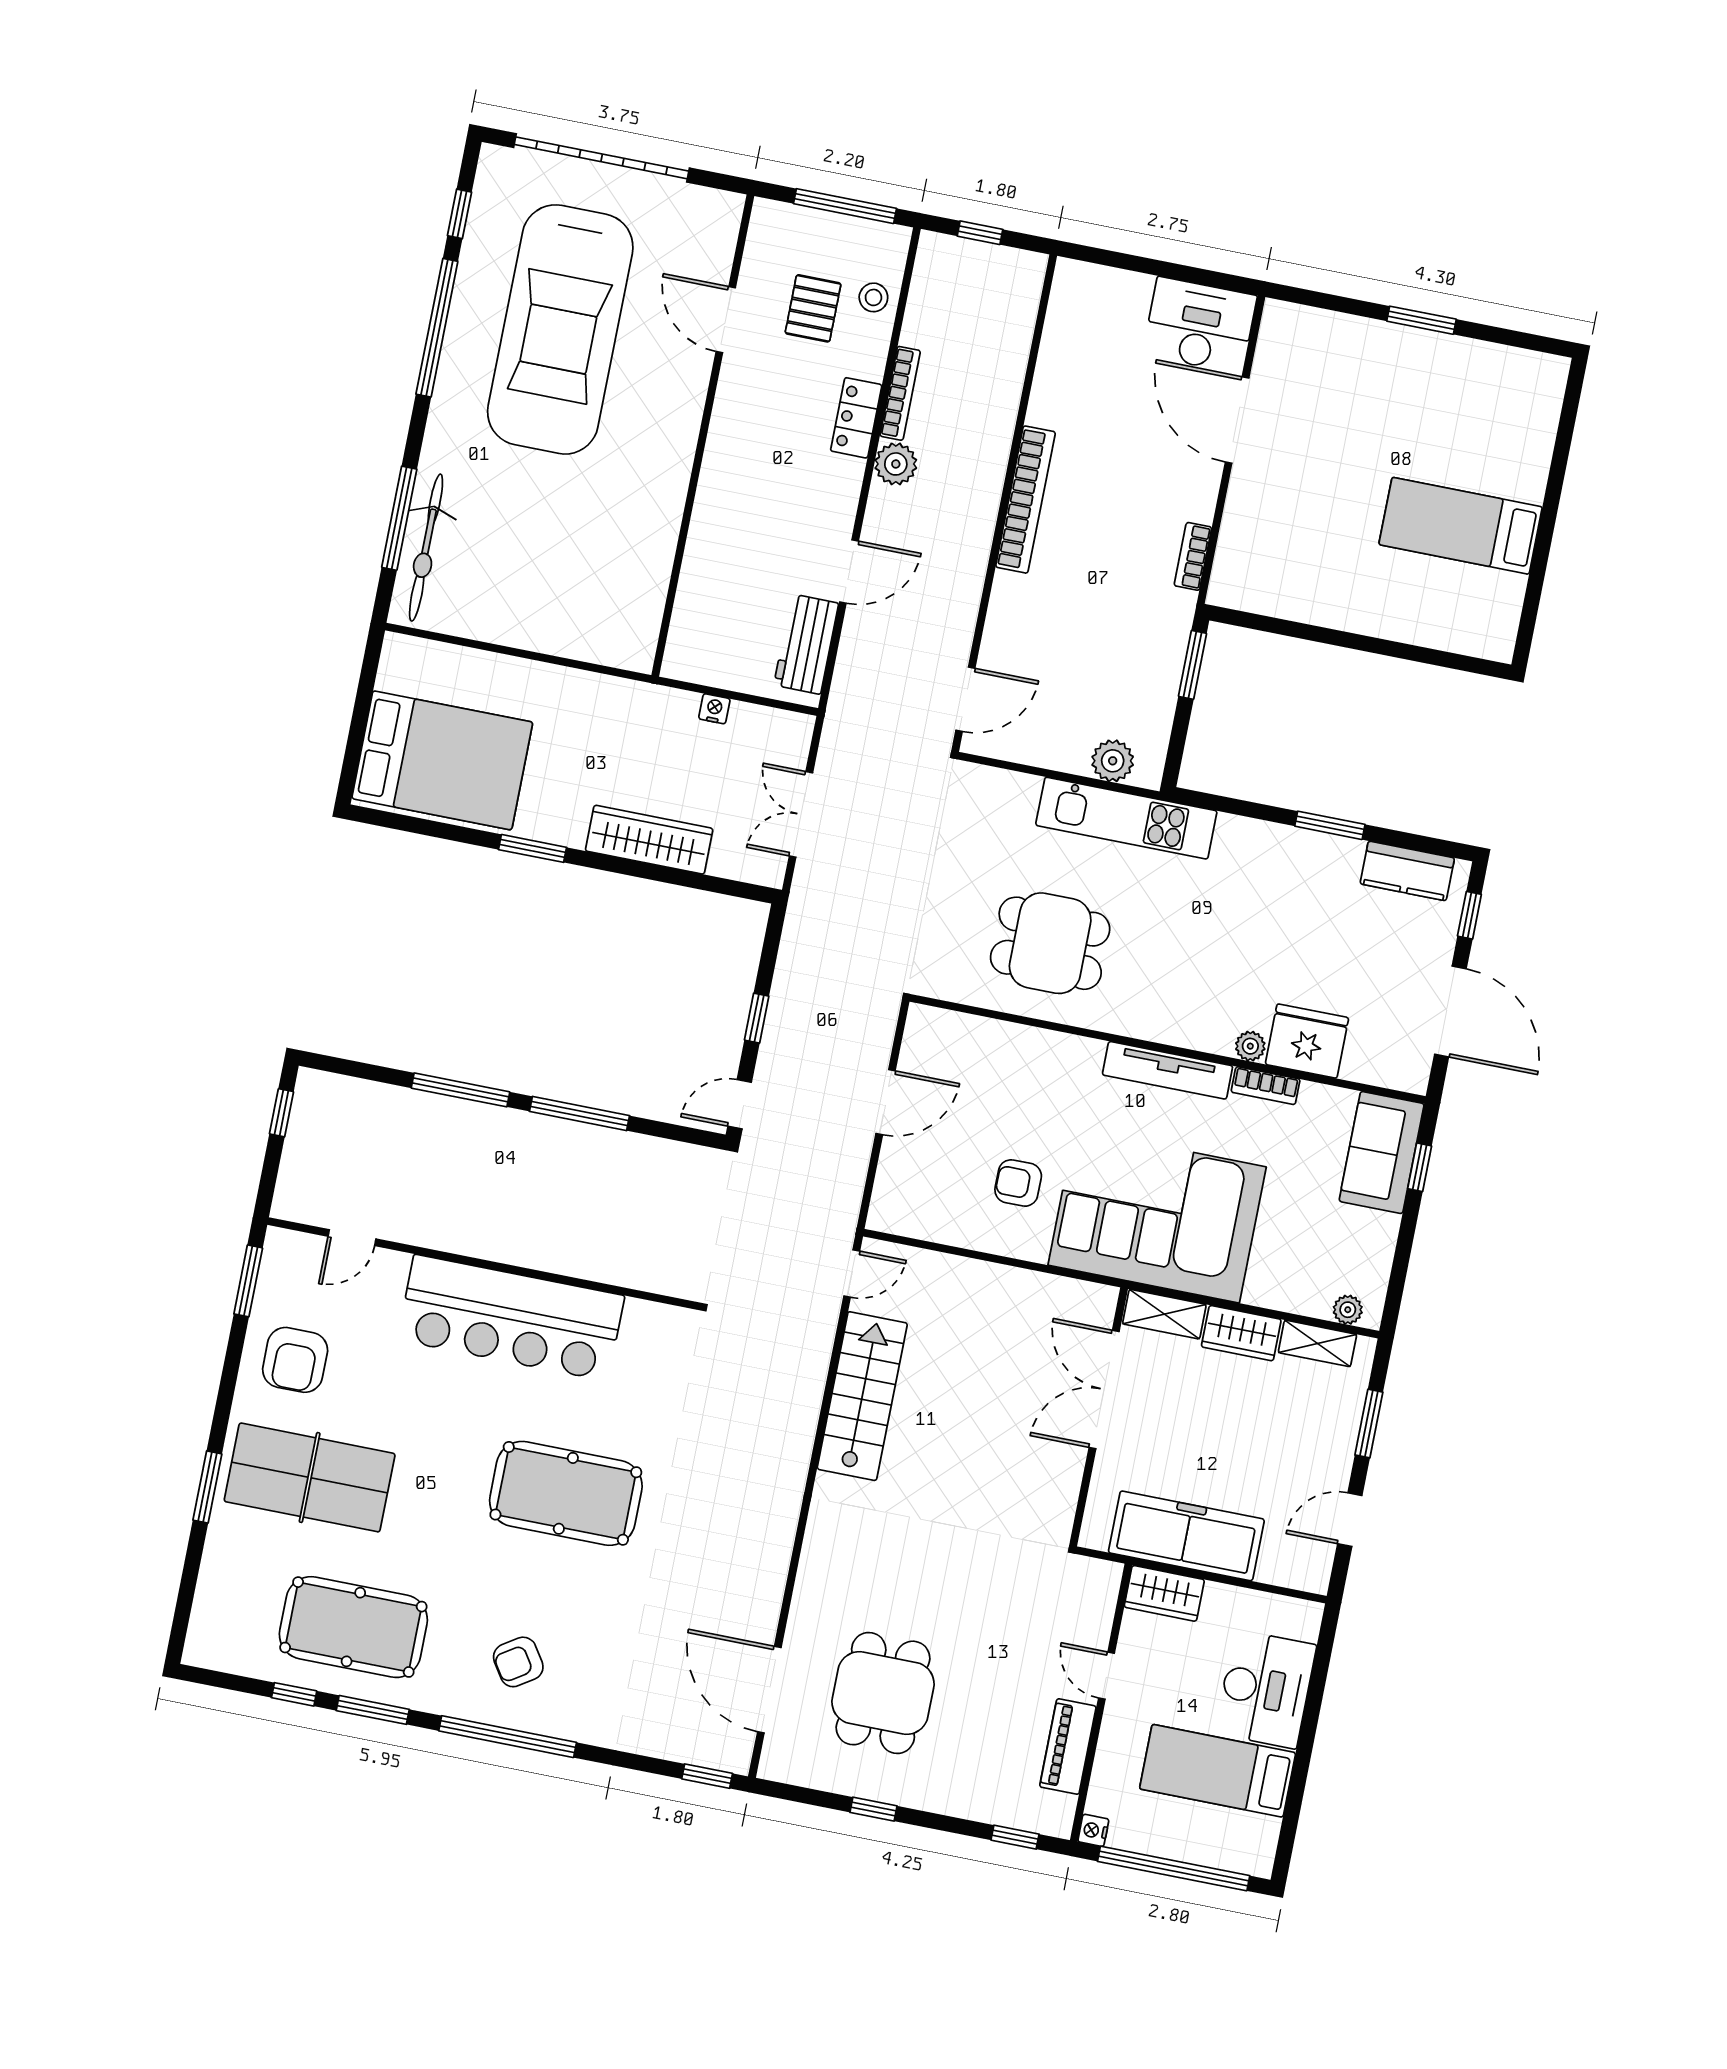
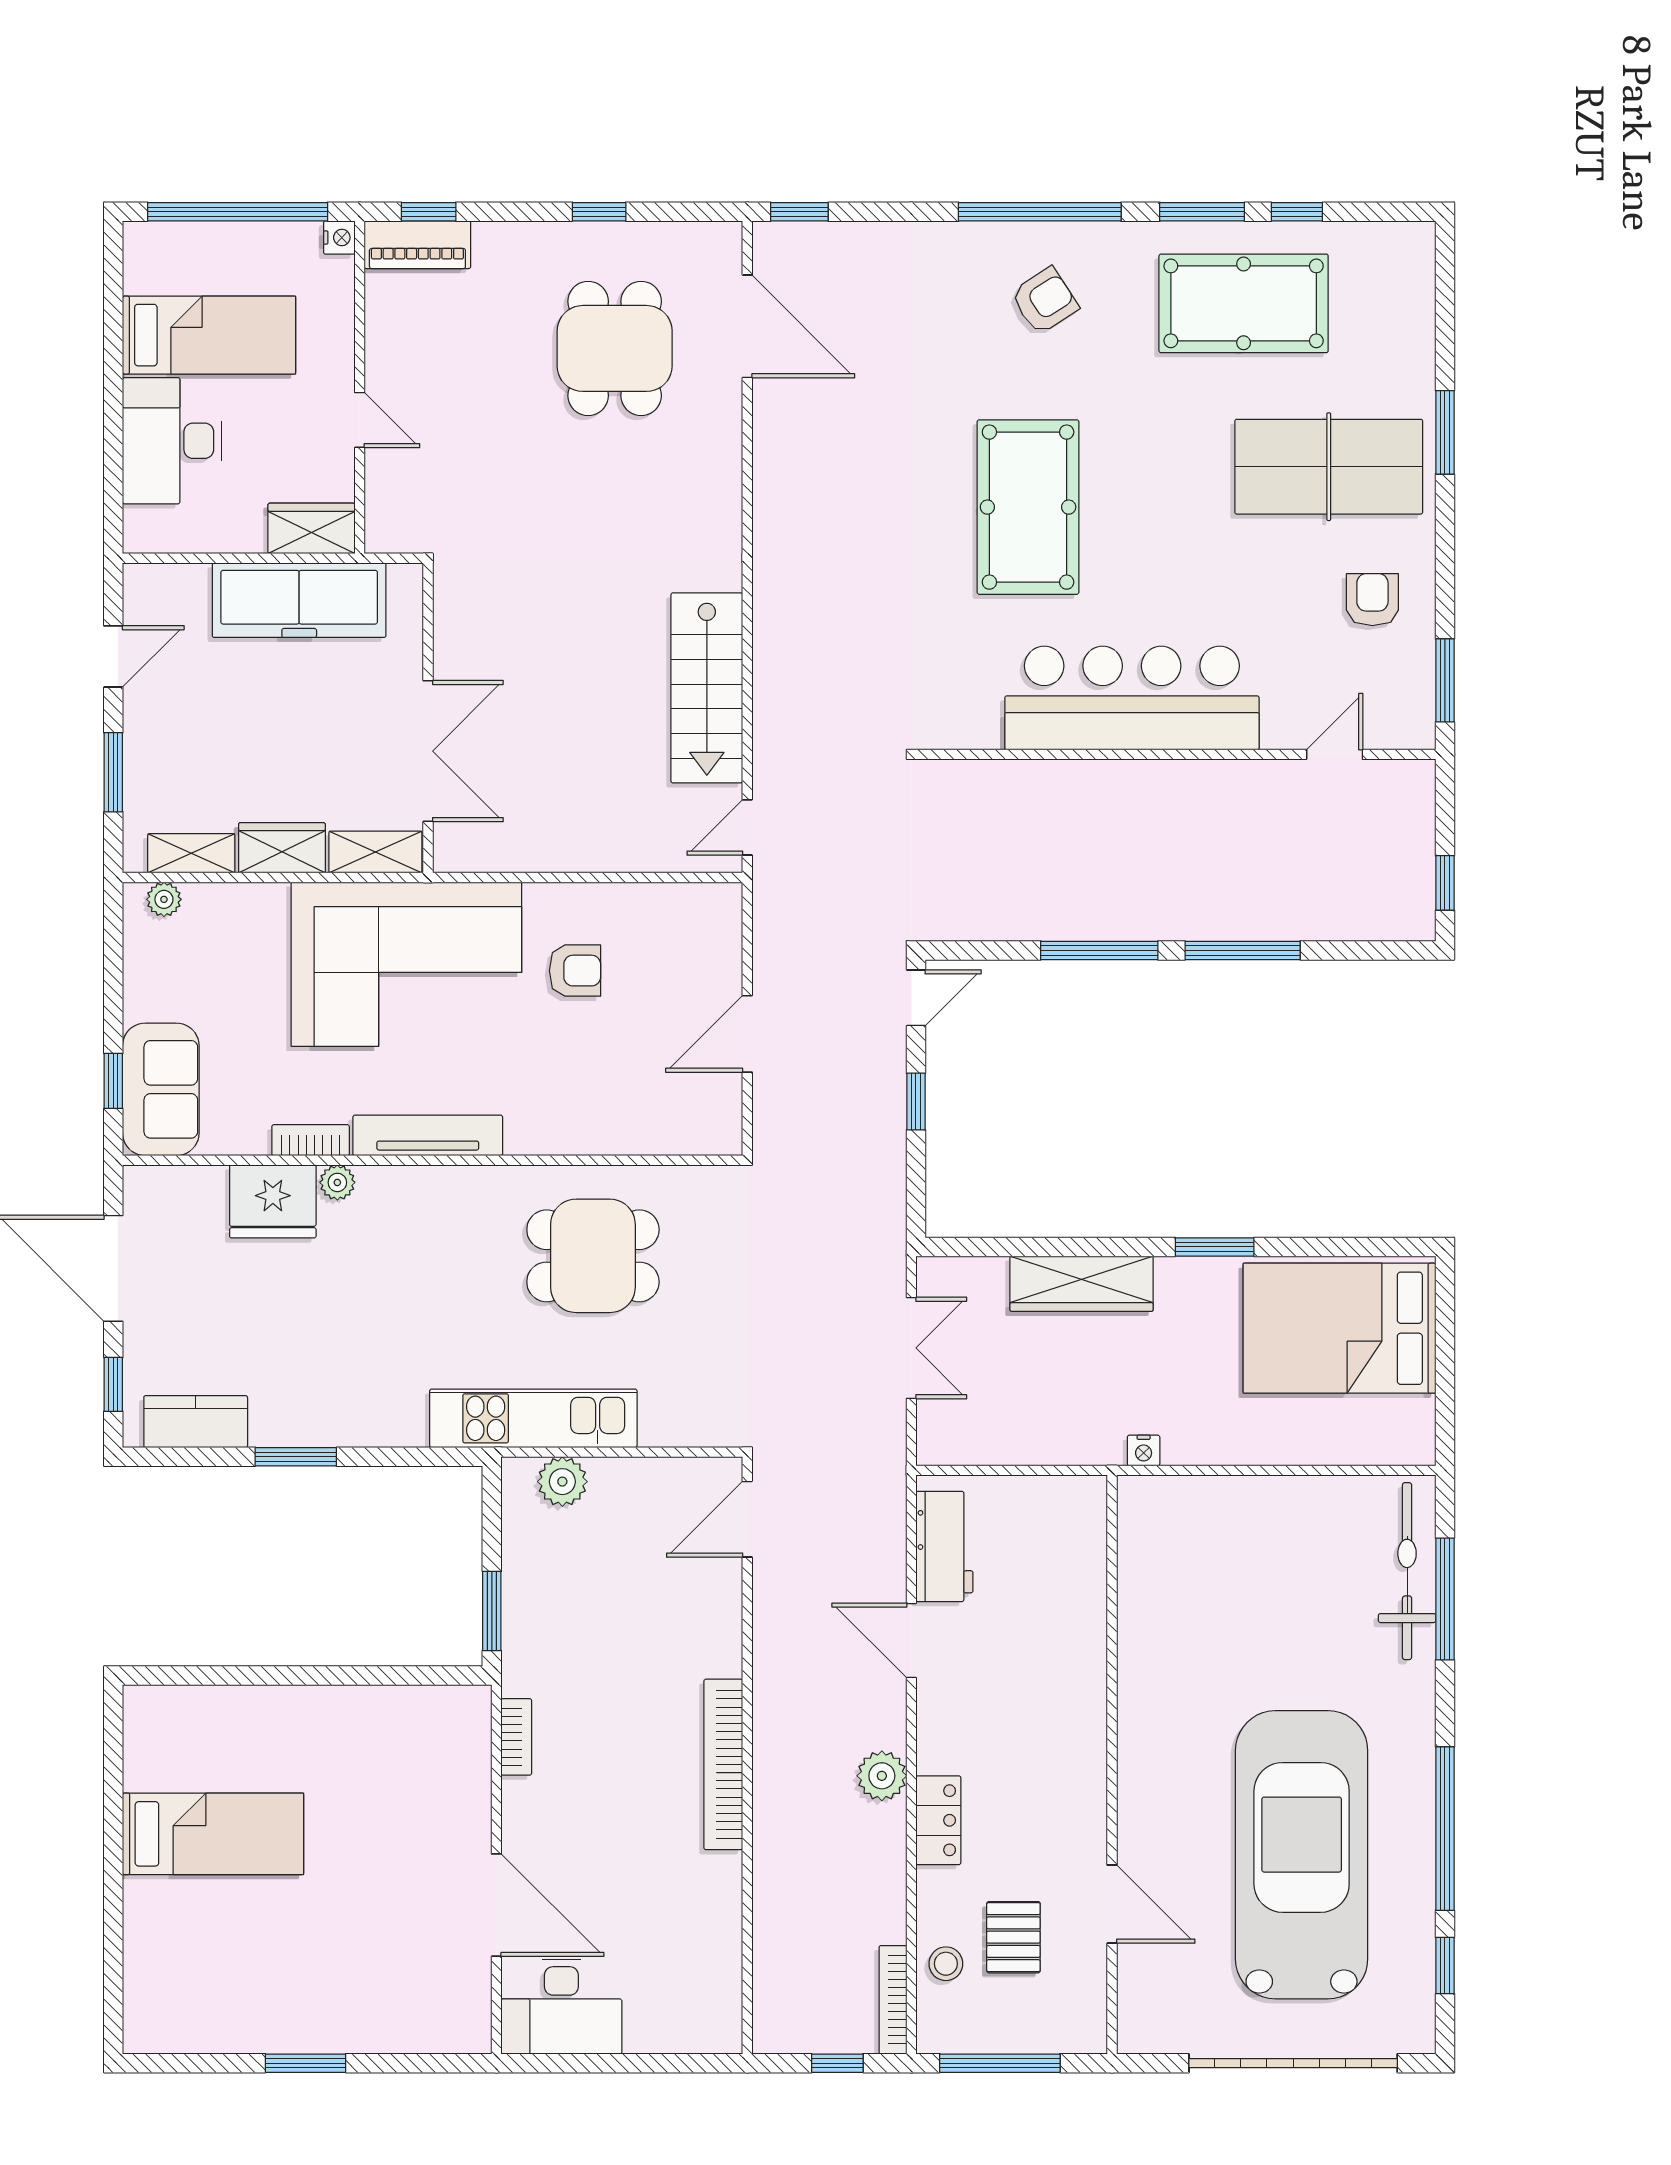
bookcase: (900, 393) -> (893, 2000), moved
door: (849, 571) -> (911, 1640), hinge flipped
nightstand: (714, 709) -> (1144, 1450), moved
armchair: (295, 1360) -> (1372, 600), width x0.72, depth x0.72
pool table: (566, 1493) -> (1028, 507), turned 90
piano: (1068, 1747) -> (417, 245), moved, turned 90

